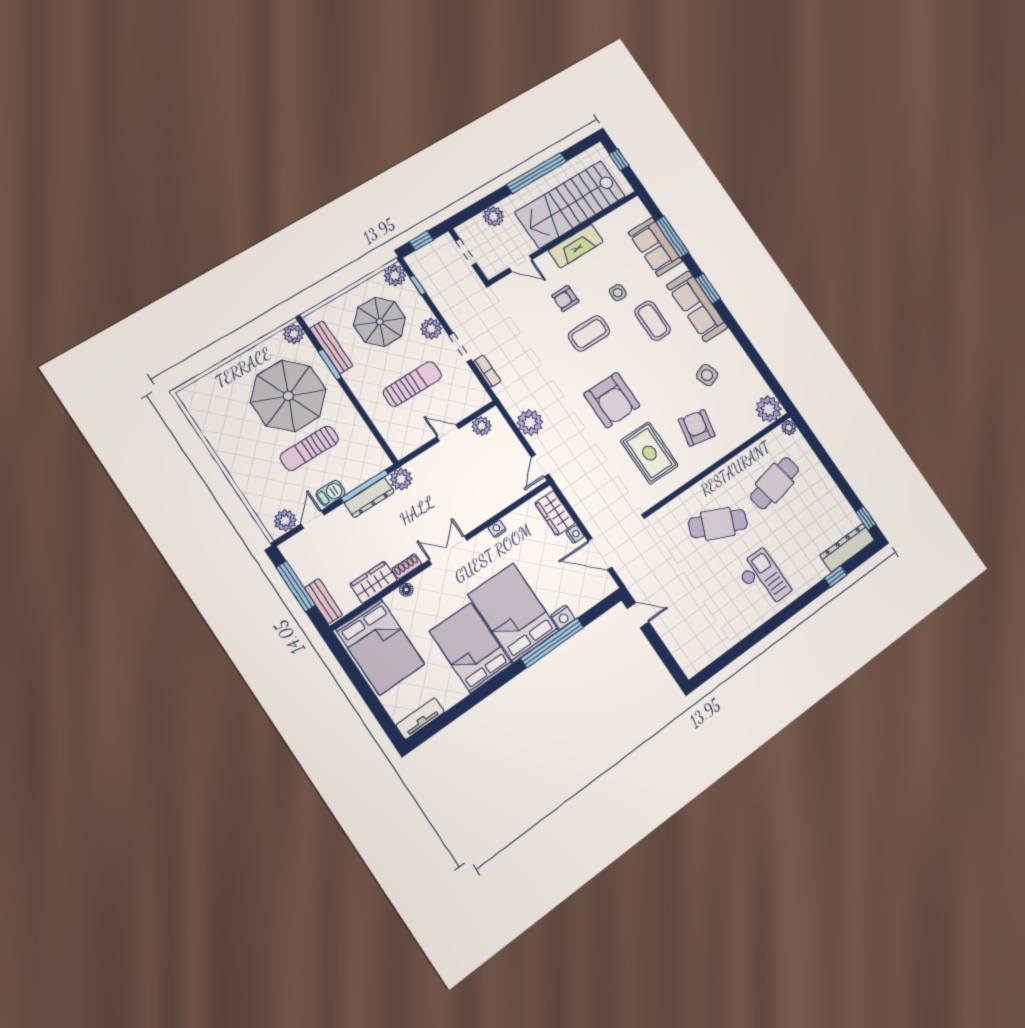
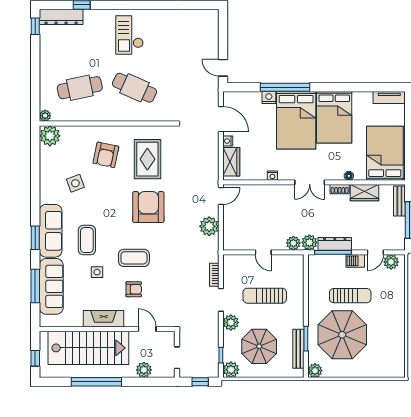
sofa: (655, 247) -> (51, 286), width x1.36
plant: (482, 426) -> (293, 243), moved

